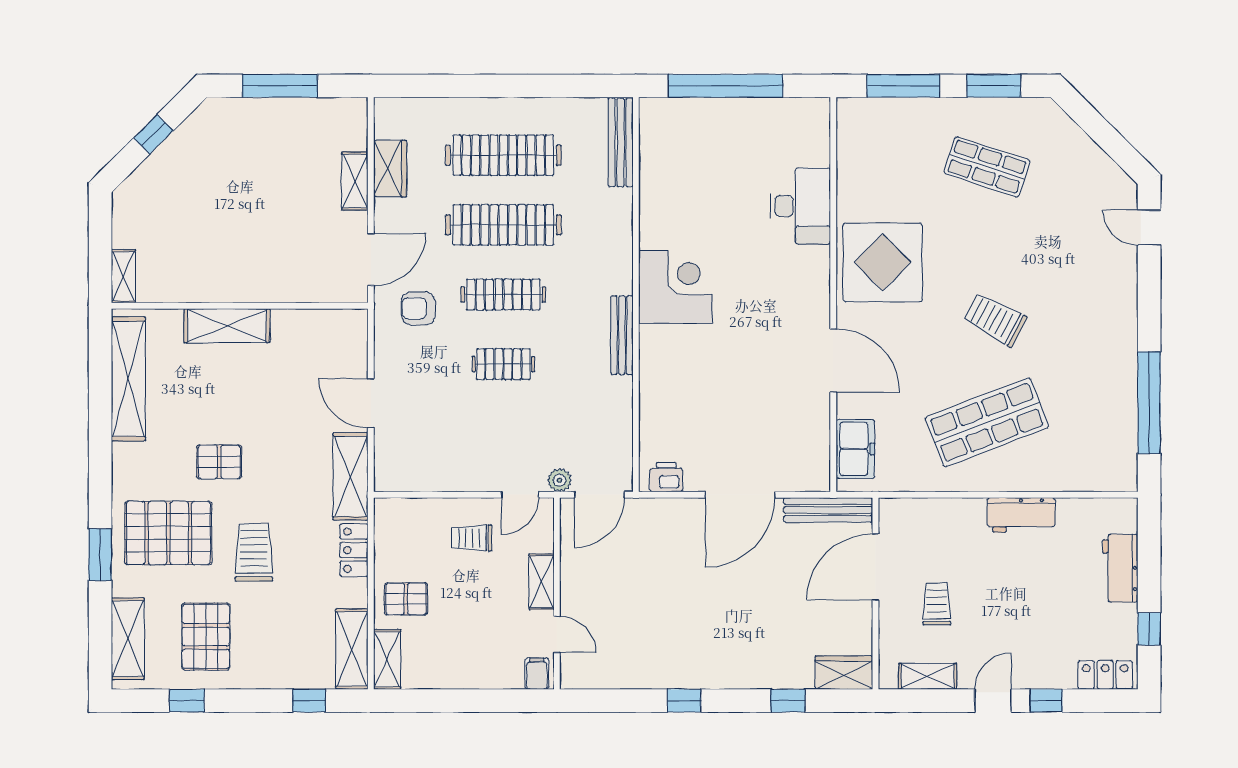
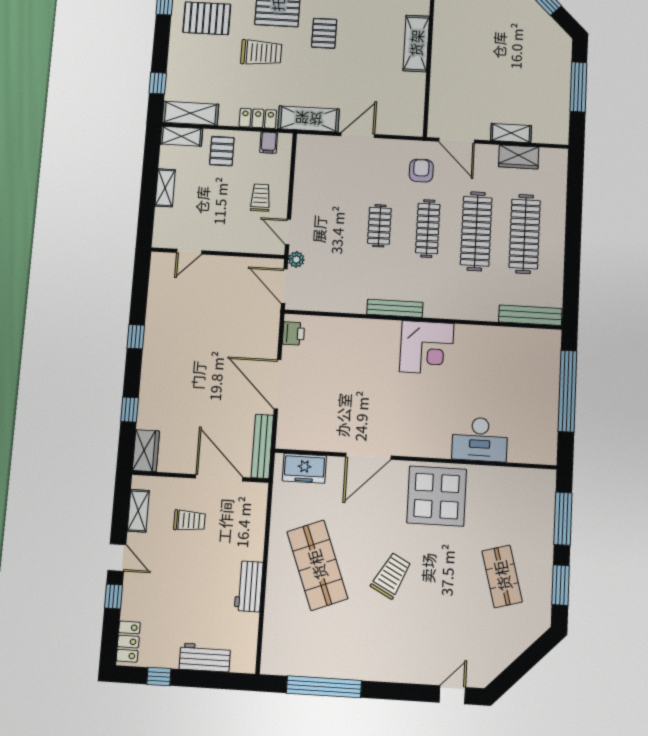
shop shelf: (987, 167) -> (502, 576), turned -33
shelving: (542, 582) -> (165, 188), moved, turned 90
filing cabinet: (537, 674) -> (269, 143), moved, turned 90

